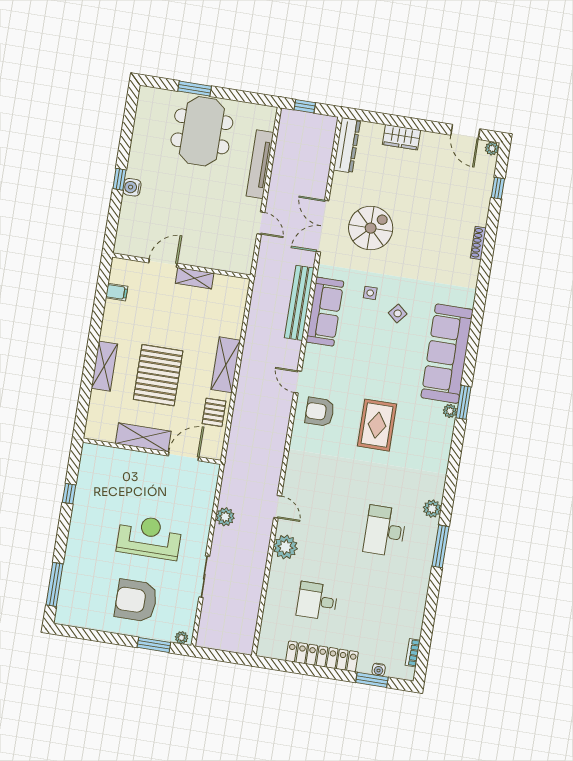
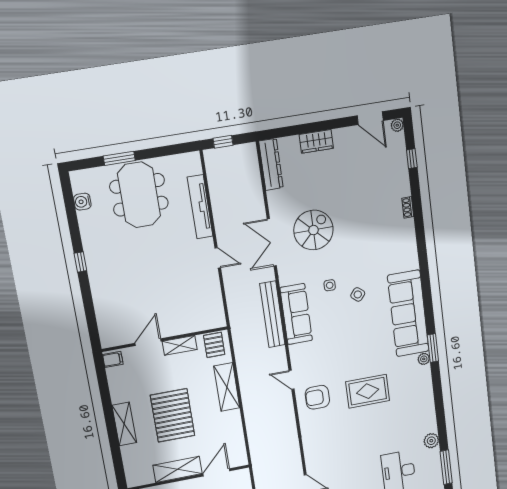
water cooler: (132, 187) -> (82, 202), moved
shoe rack: (478, 243) -> (408, 207), width x0.70
door: (163, 263) -> (148, 342), moved
wall: (181, 266) -> (165, 339), moved
shelving: (195, 278) -> (180, 345), moved
pallet: (214, 412) -> (214, 345), moved
rug: (377, 425) -> (368, 391), turned 90

